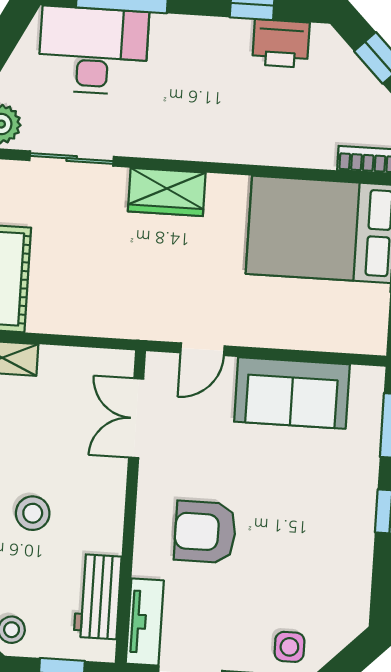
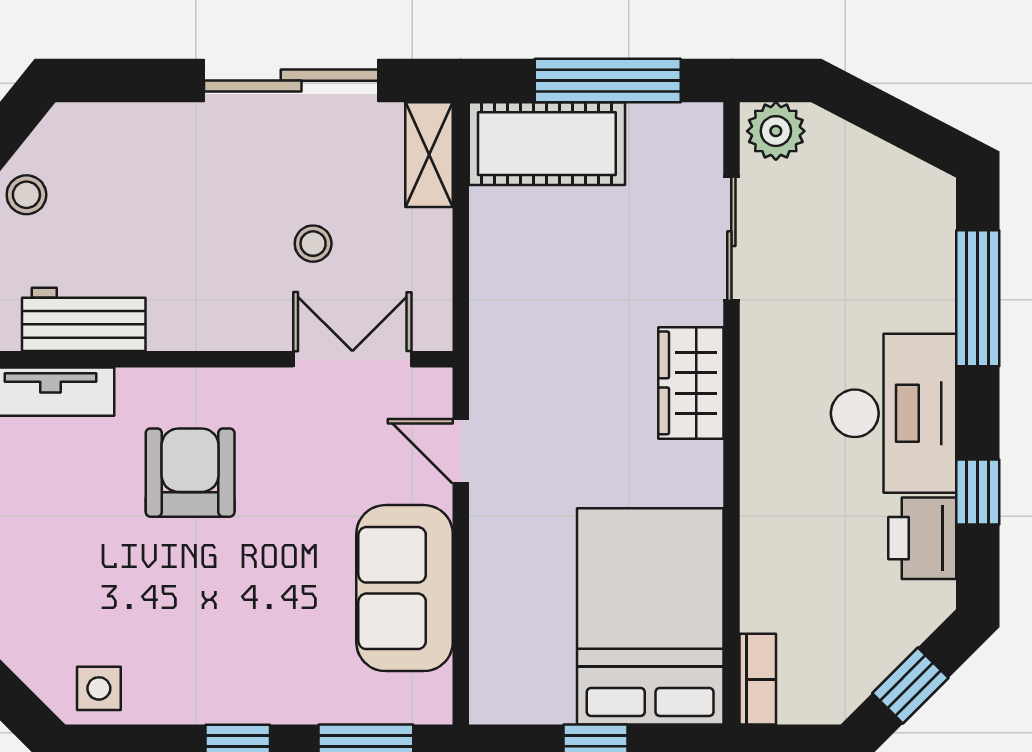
desk: (93, 51) -> (894, 413), moved
stool: (33, 513) -> (313, 244), moved, width x0.73, depth x0.73
side table: (289, 647) -> (99, 688), moved

